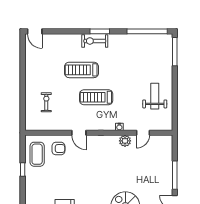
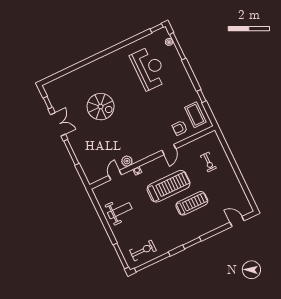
door: (35, 31) -> (237, 222), moved
exercise bike: (95, 41) -> (143, 250), moved
weight bench: (155, 96) -> (120, 211), turned -90
treadmill: (96, 97) -> (169, 186), width x1.37, depth x1.38
door: (79, 133) -> (169, 150), swing flipped

